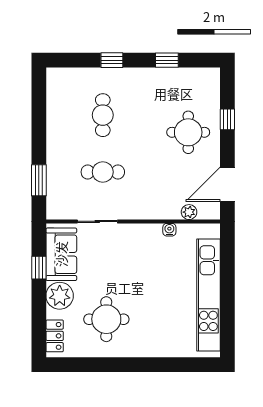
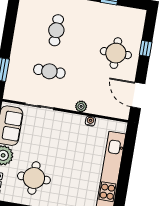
door: (227, 184) -> (138, 95), hinge flipped
plant: (189, 212) -> (81, 106), moved

